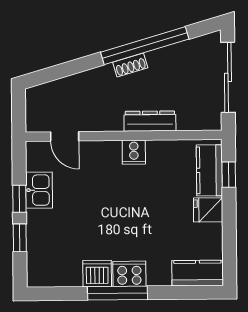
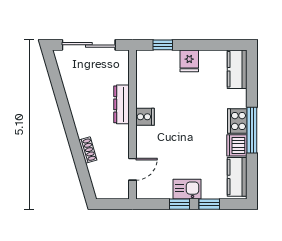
window: (145, 46) -> (64, 108), removed
shoe rack: (130, 65) -> (88, 150), moved
kitchen counter: (209, 170) -> (237, 177), moved, turned 90
kitchen sink: (39, 190) -> (187, 189), moved

